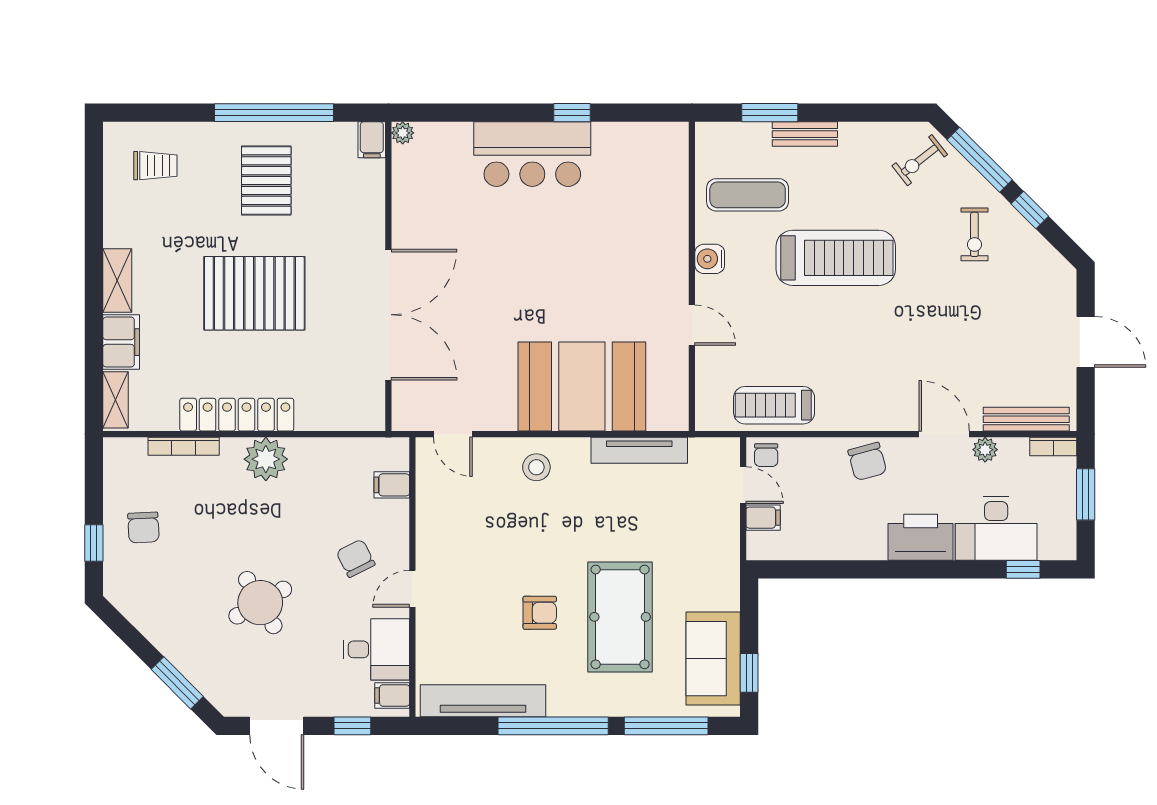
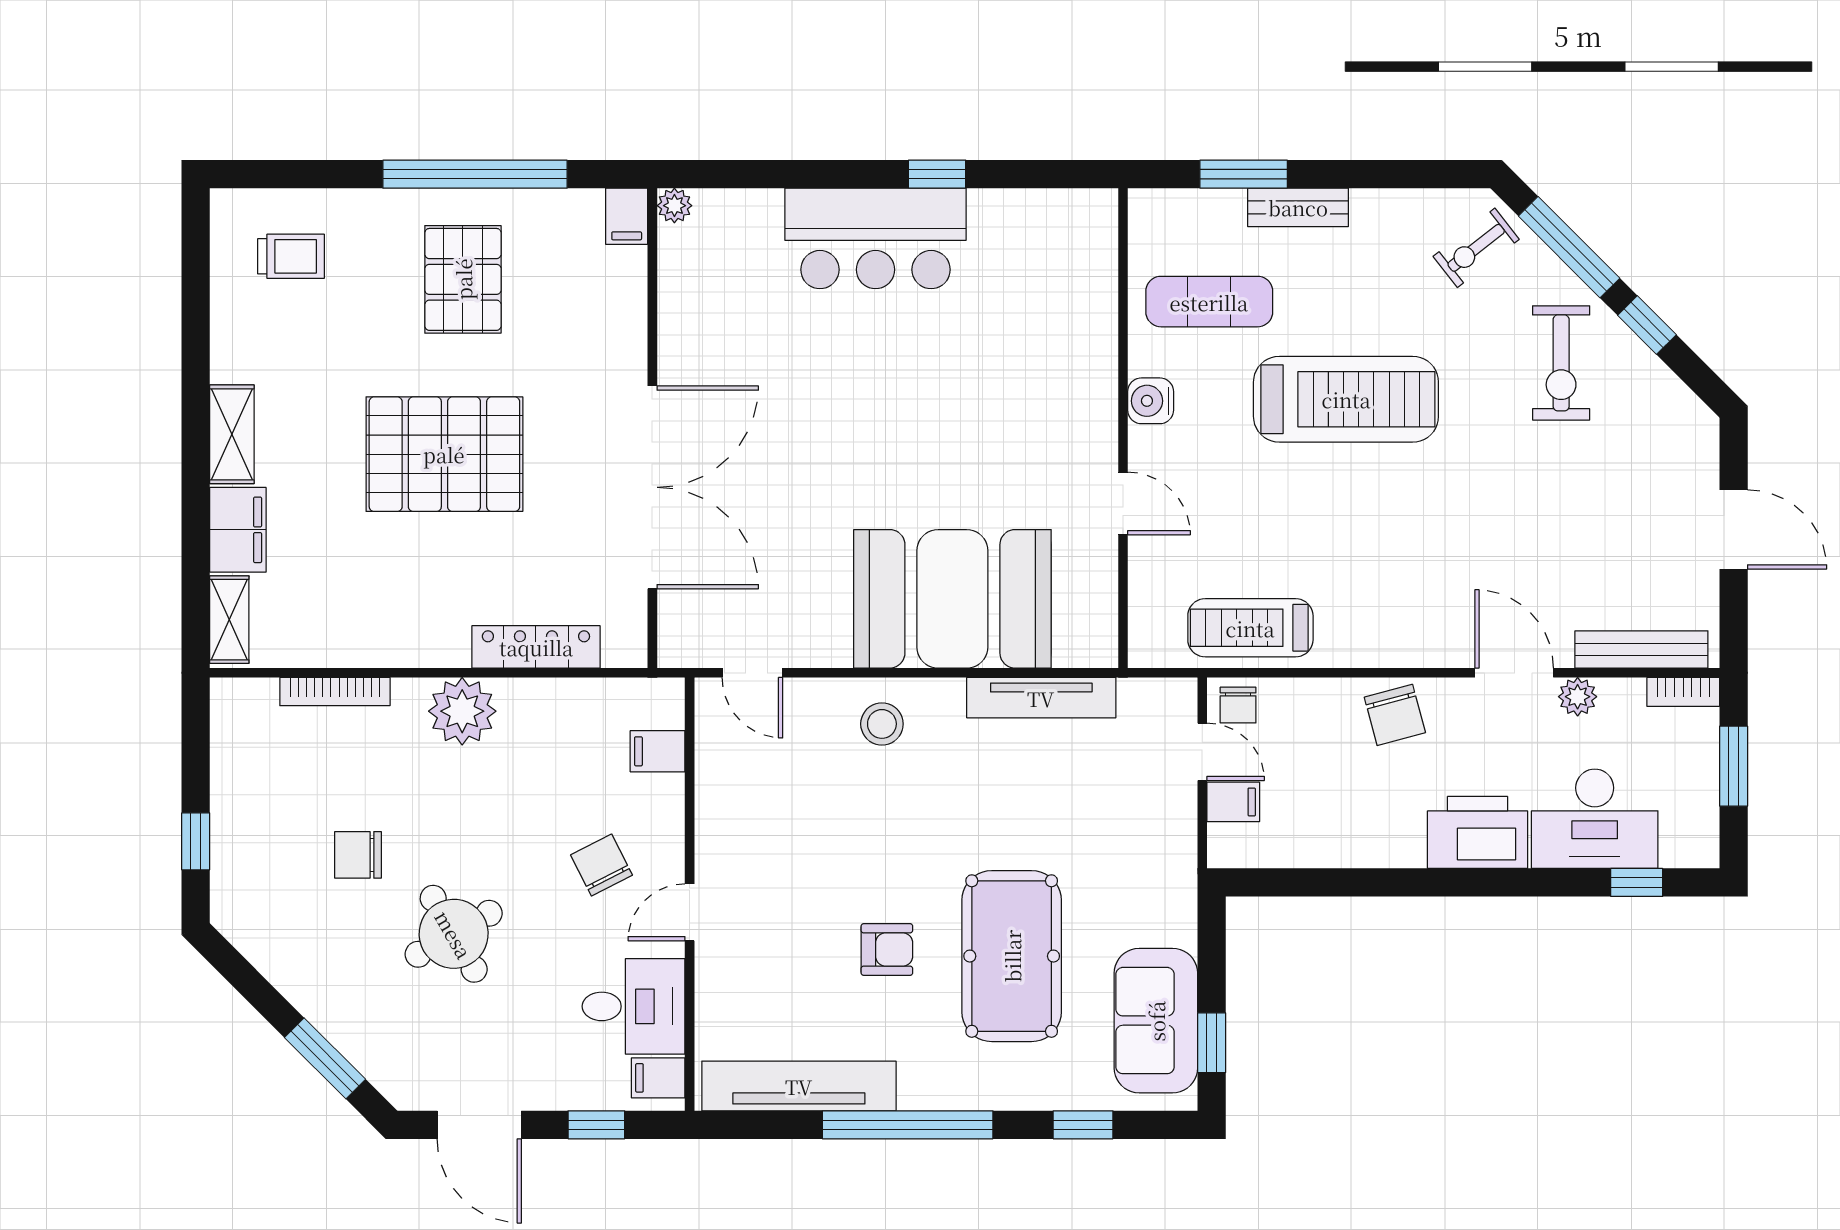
exercise bike: (974, 234) -> (1561, 363), width x1.38, depth x1.39
locker: (237, 415) -> (536, 647), moved, width x0.71, depth x0.83
chair: (143, 528) -> (358, 855), moved, turned 93
window: (666, 726) -> (1083, 1125), width x0.46

